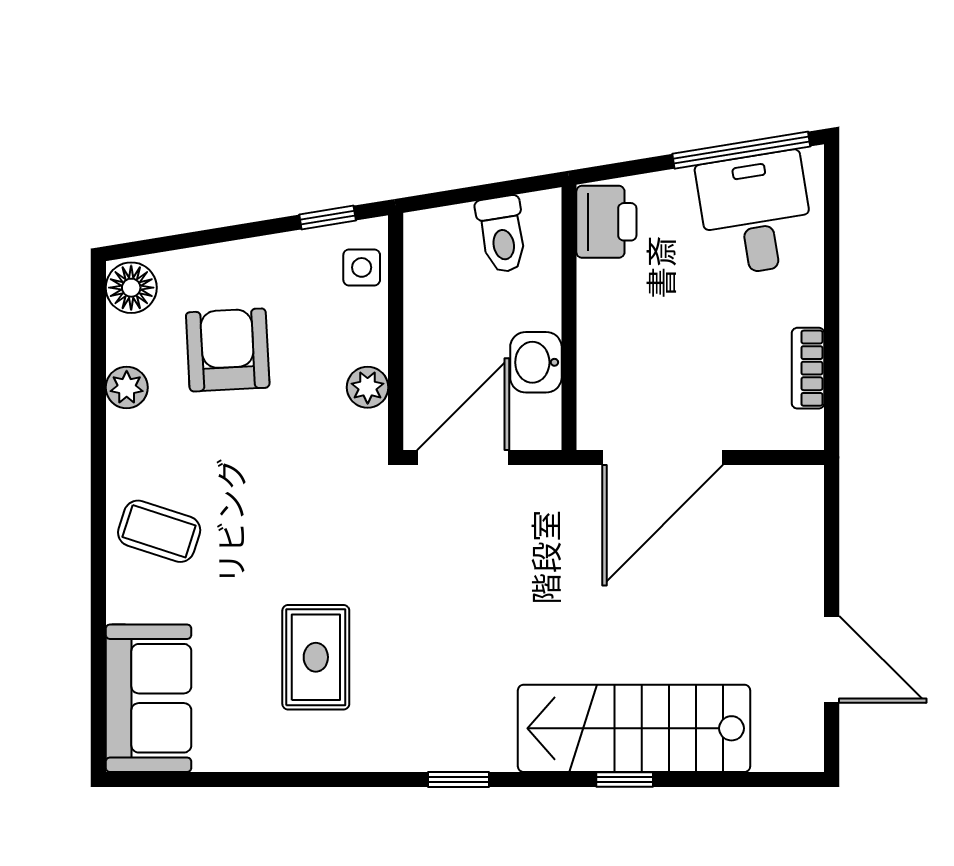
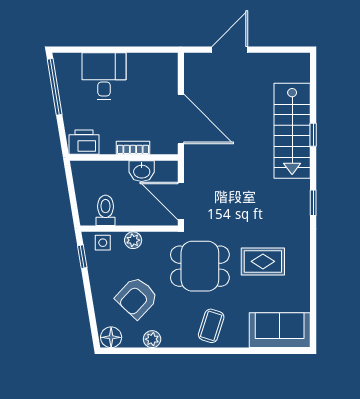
desk: (756, 213) -> (104, 76), moved, turned 99
toilet: (502, 234) -> (106, 210), moved, turned -81
armchair: (228, 350) -> (137, 298), turned -44
bookcase: (808, 368) -> (133, 148), moved, turned 180
plant: (368, 387) -> (133, 240), moved
dining table: (304, 504) -> (200, 266), added
door: (832, 659) -> (230, 50), moved

